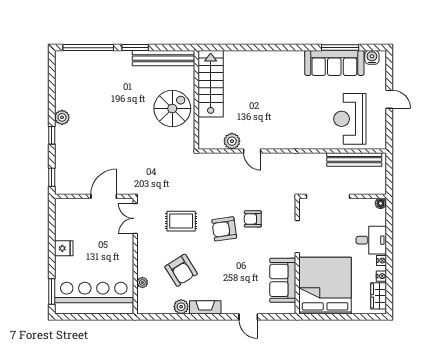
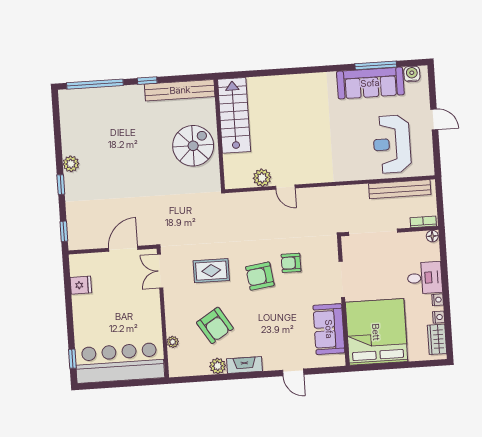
window: (135, 48) -> (147, 81), width x0.67
bookcase: (373, 190) -> (423, 222), added
fridge: (64, 248) -> (81, 285), moved
window: (52, 292) -> (72, 359), width x0.67

